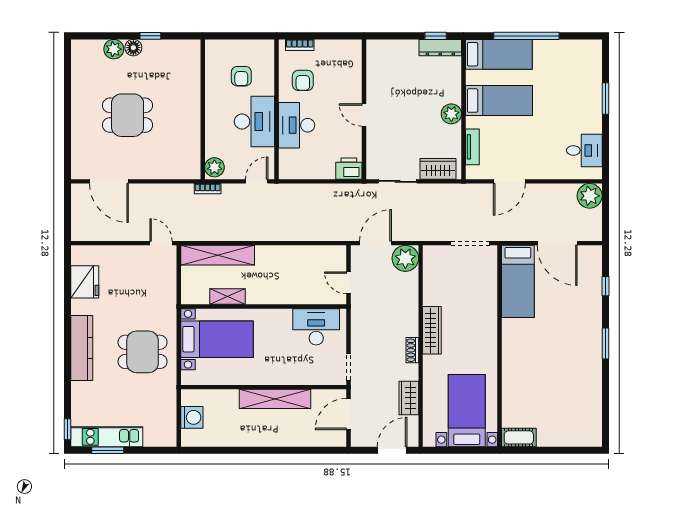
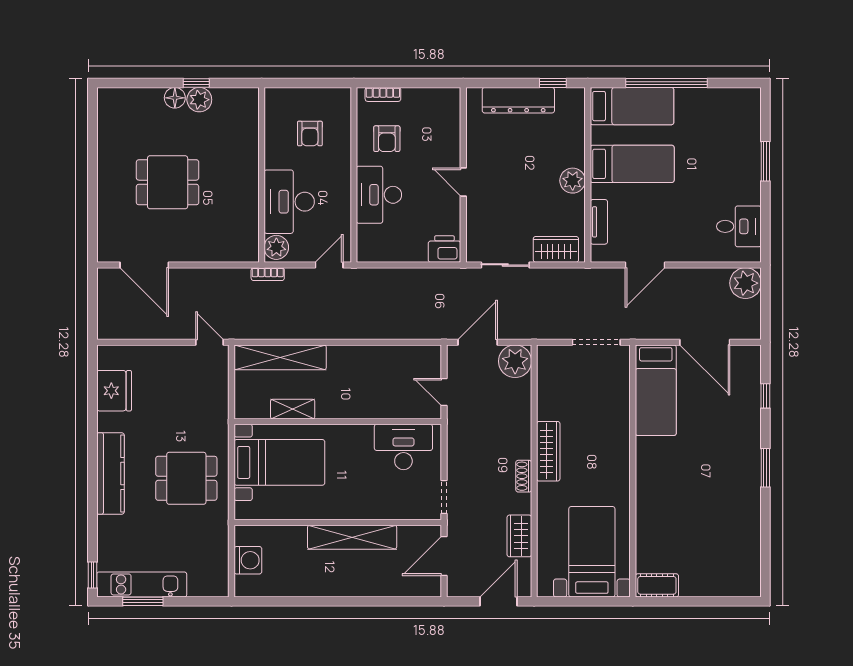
dresser: (440, 48) -> (518, 100), moved, width x1.37, depth x1.24
plant: (114, 49) -> (199, 100), moved
desk: (254, 122) -> (289, 202), moved, turned 180

